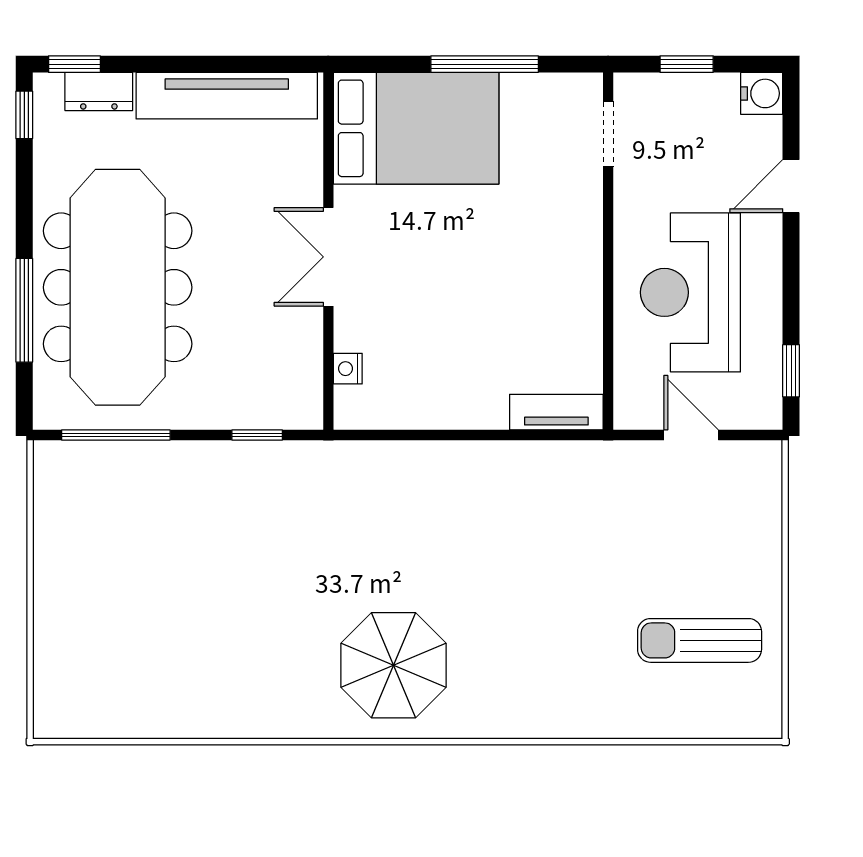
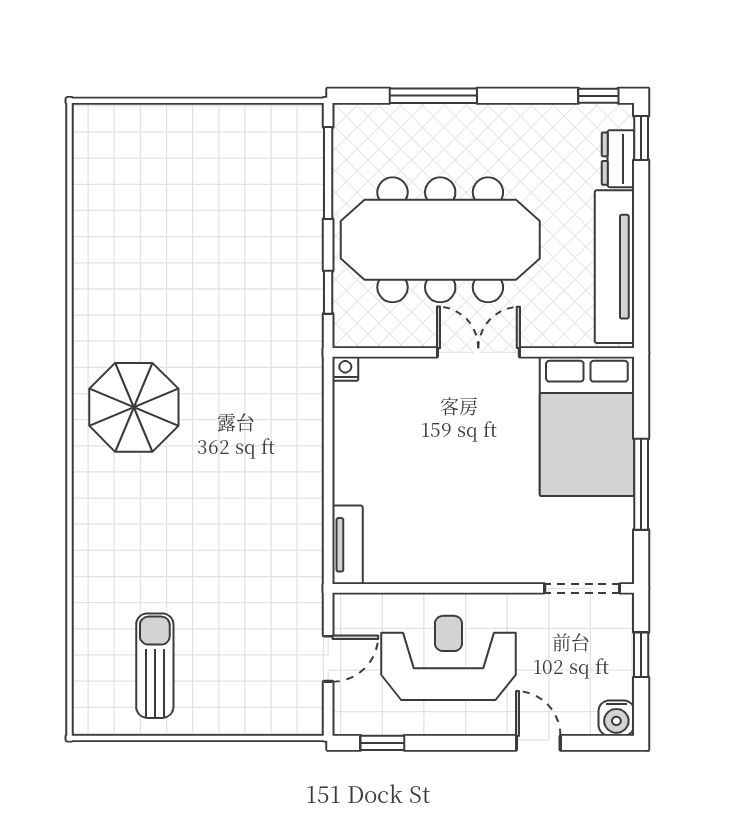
doorway: (608, 134) -> (582, 588), width x1.38
meeting table: (118, 287) -> (440, 240), moved
nightstand: (348, 369) -> (345, 369), moved

